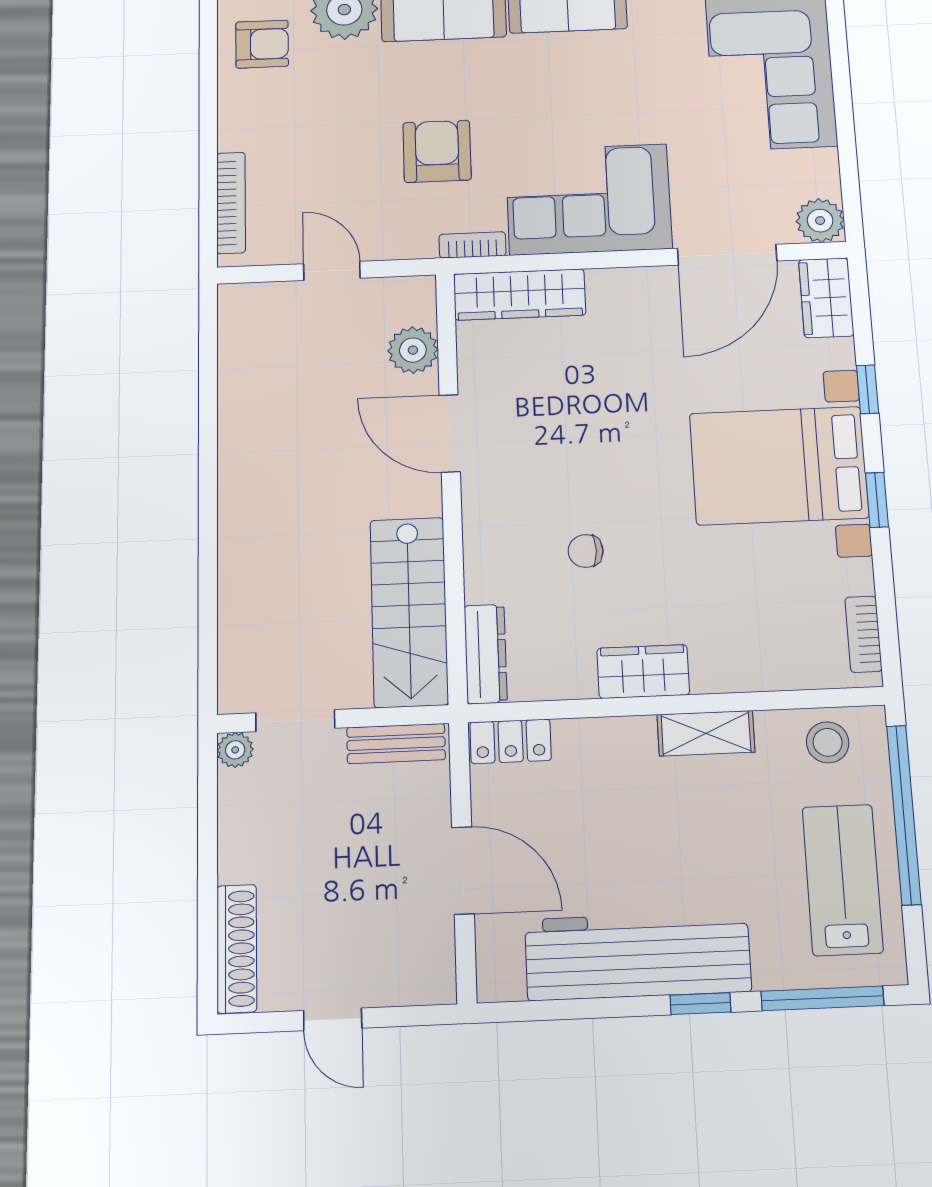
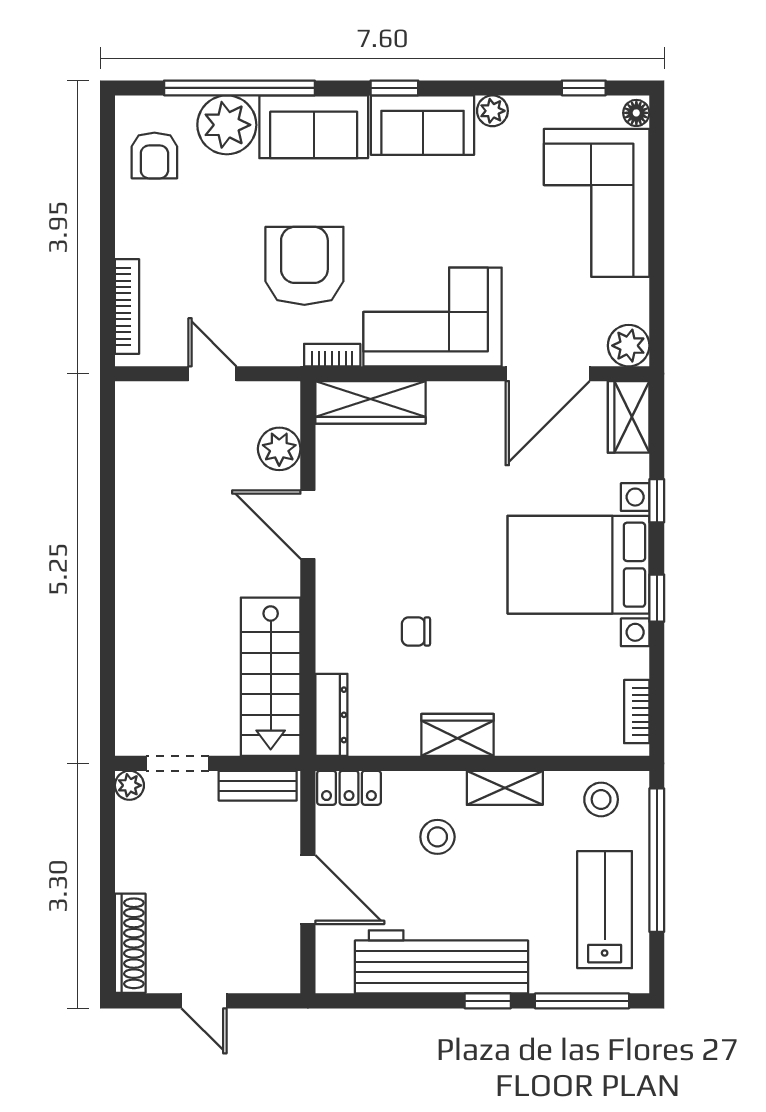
armchair: (262, 44) -> (154, 155), turned 90
armchair: (437, 151) -> (304, 266), width x1.36, depth x1.36
stool: (625, 797) -> (437, 837), added

